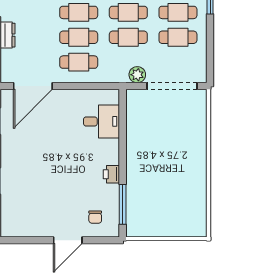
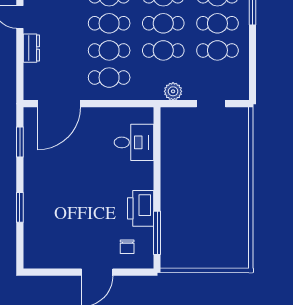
doorway: (172, 86) -> (211, 104), width x0.53
printer: (111, 174) -> (141, 208), width x1.87, depth x1.48

